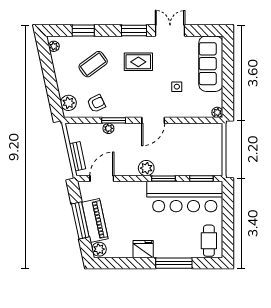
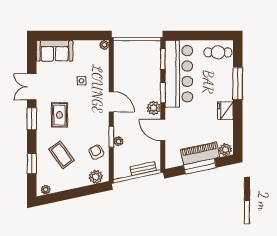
sofa: (211, 64) -> (55, 51), width x0.73
door: (102, 178) -> (163, 130), moved

